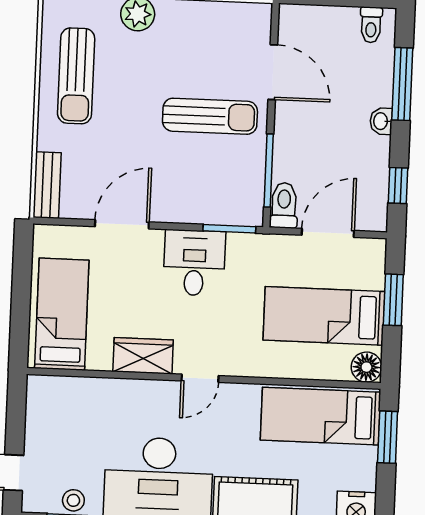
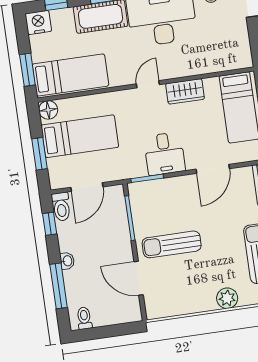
toilet: (284, 205) -> (61, 207), moved

